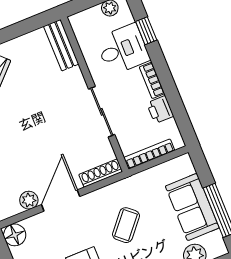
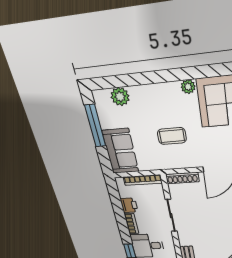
sofa: (192, 207) -> (121, 151), moved
coffee table: (126, 225) -> (172, 136), turned 49

